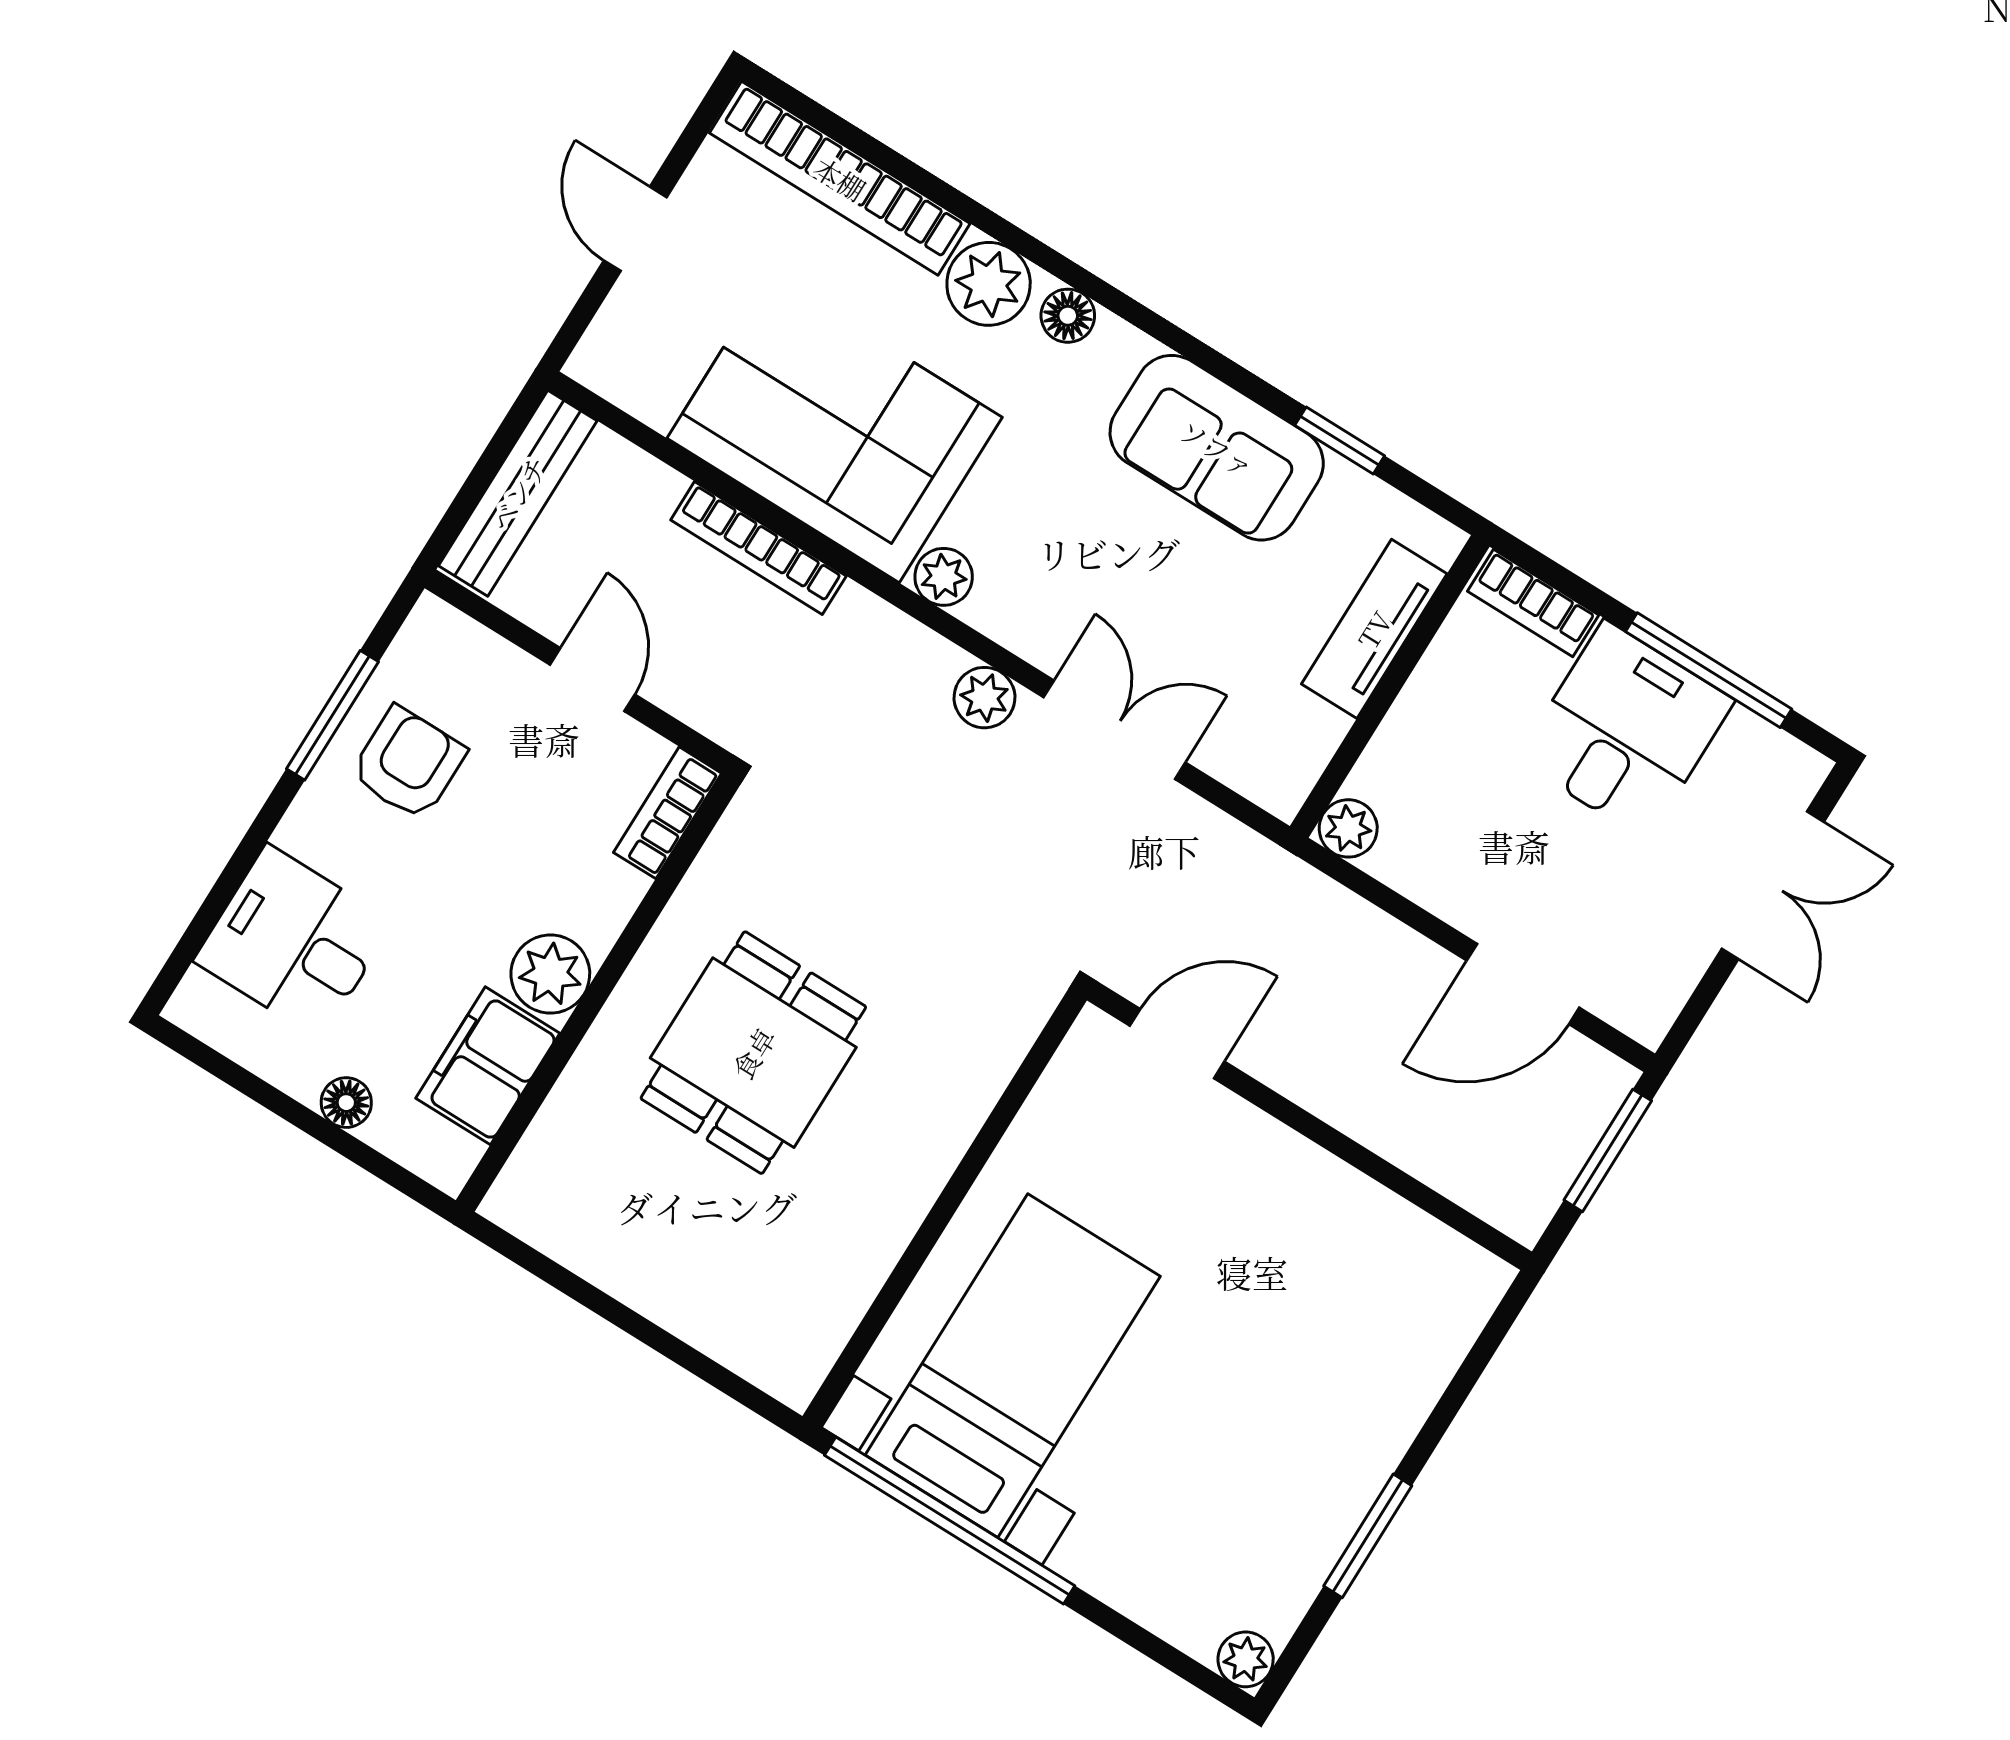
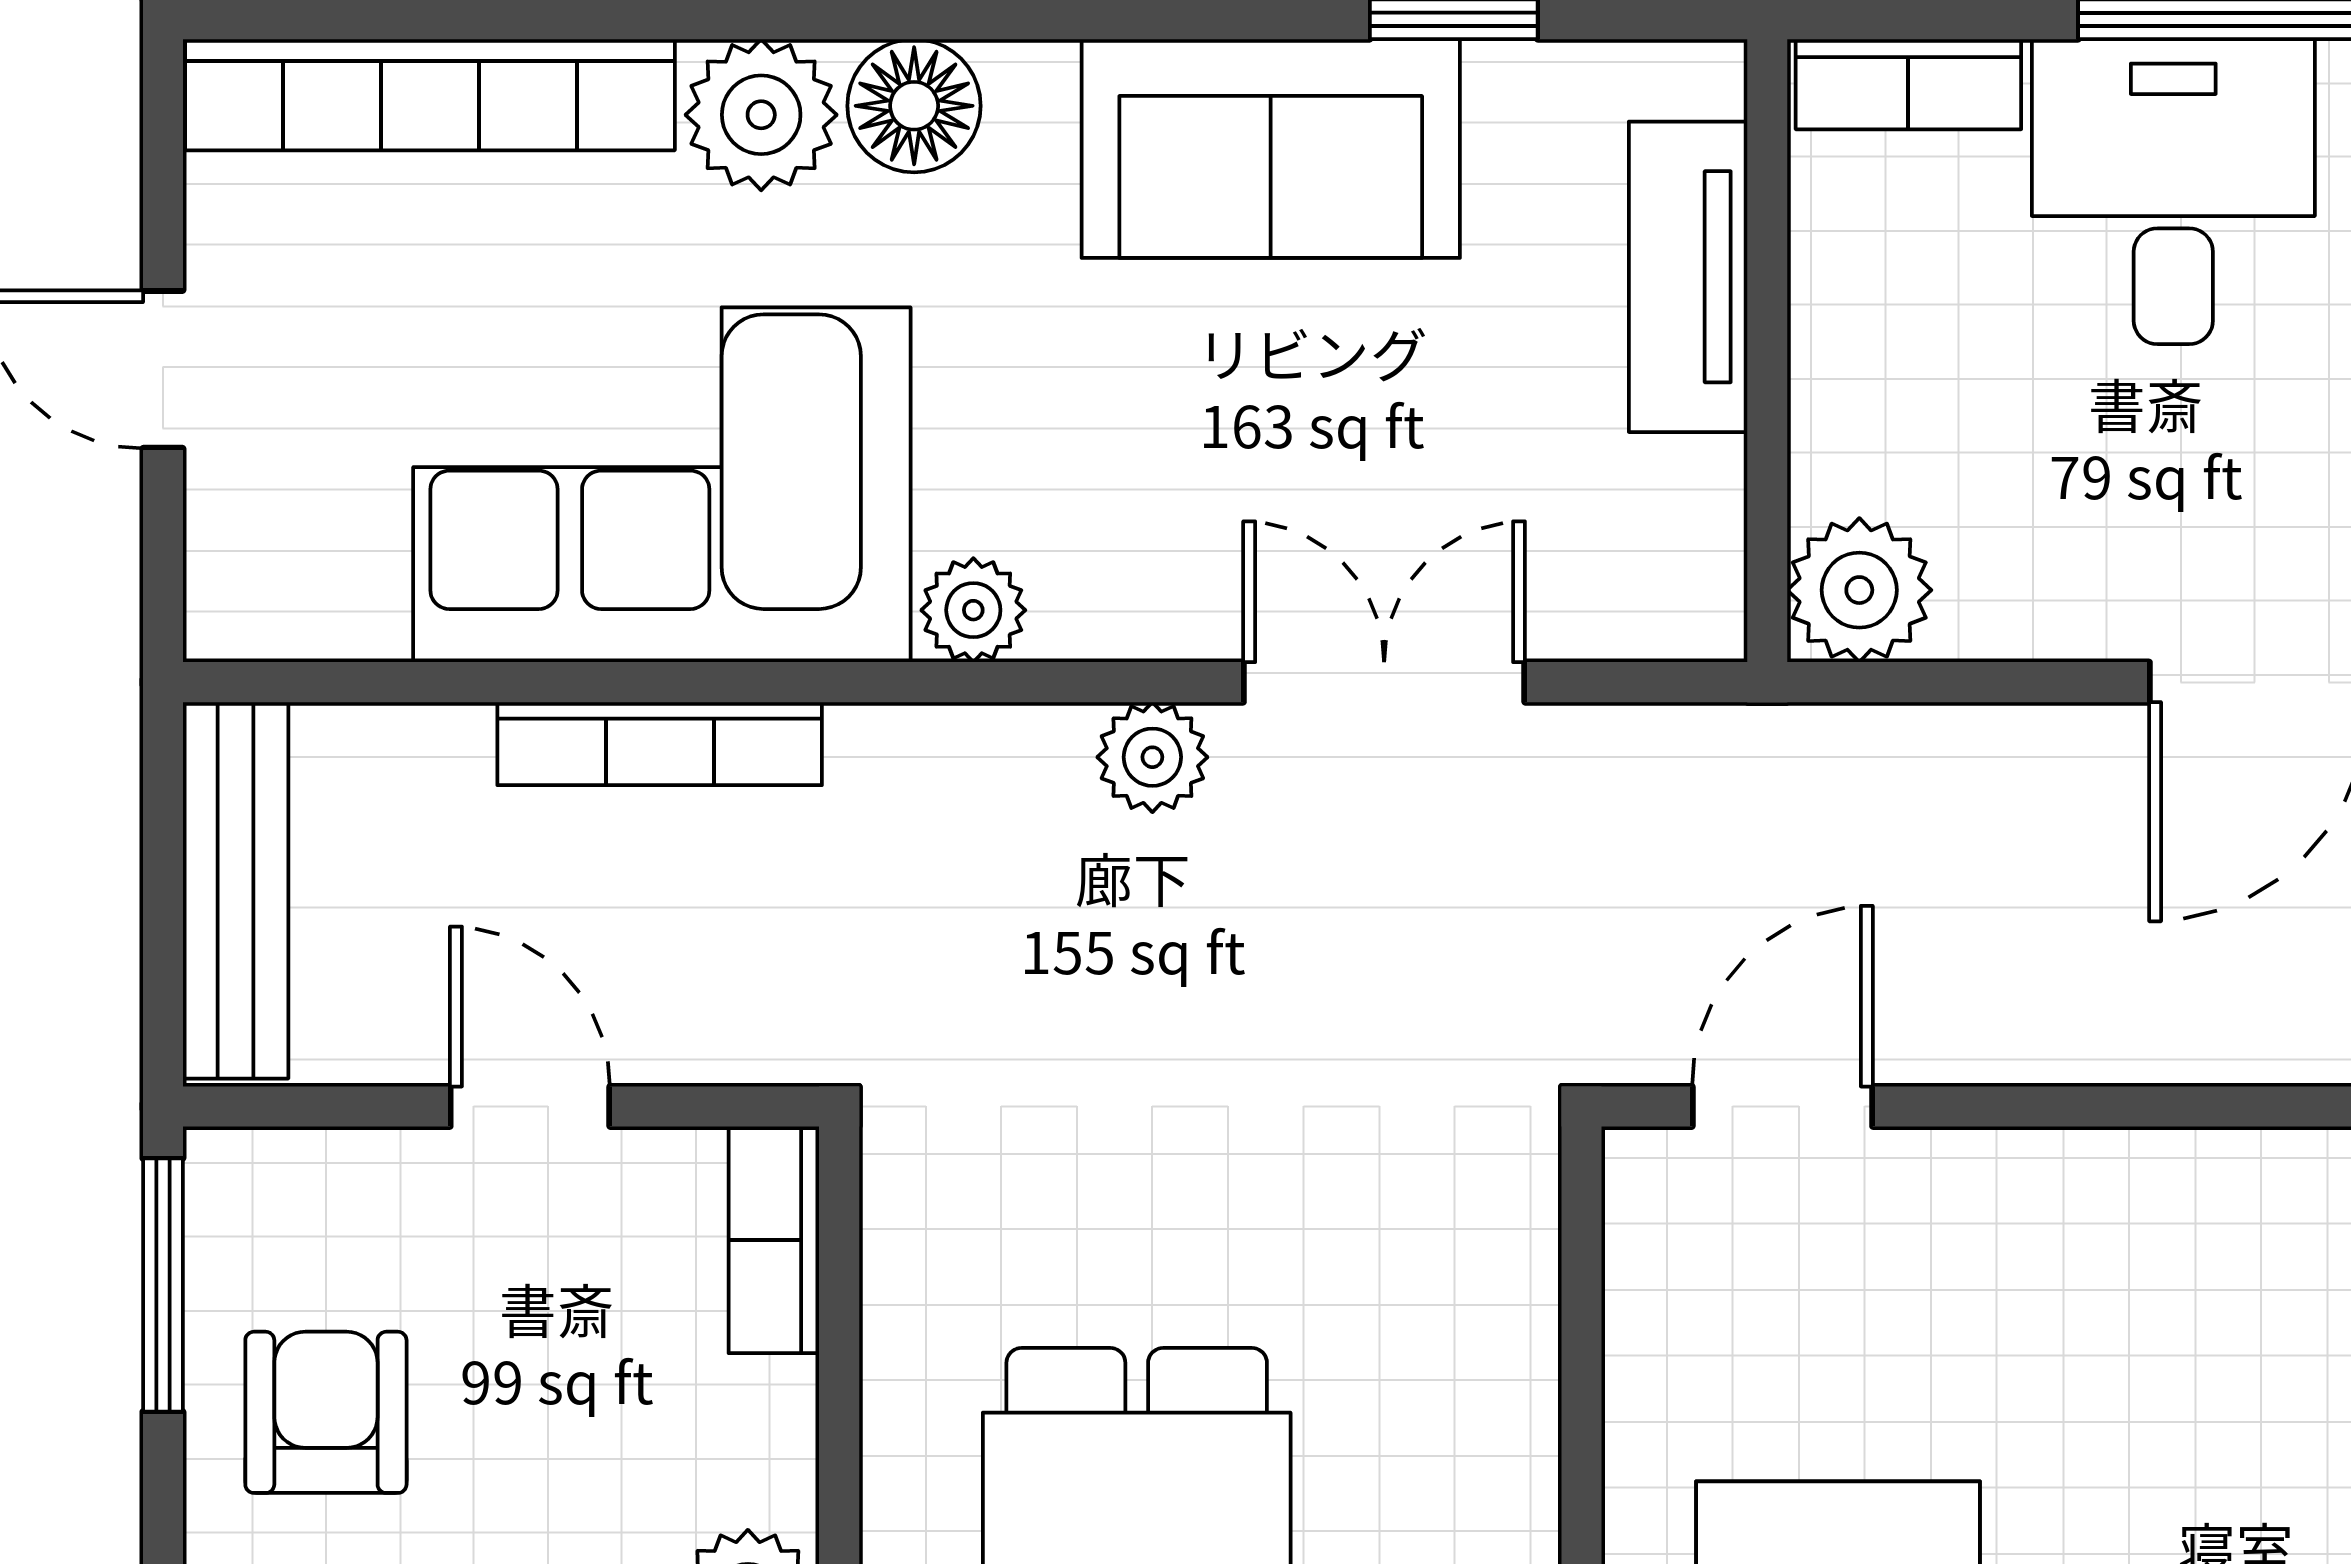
floor lamp: (1068, 316) -> (914, 106), width x1.37, depth x1.37
window: (333, 715) -> (163, 1285), moved
plant: (1348, 828) -> (1859, 590), width x1.38, depth x1.38

